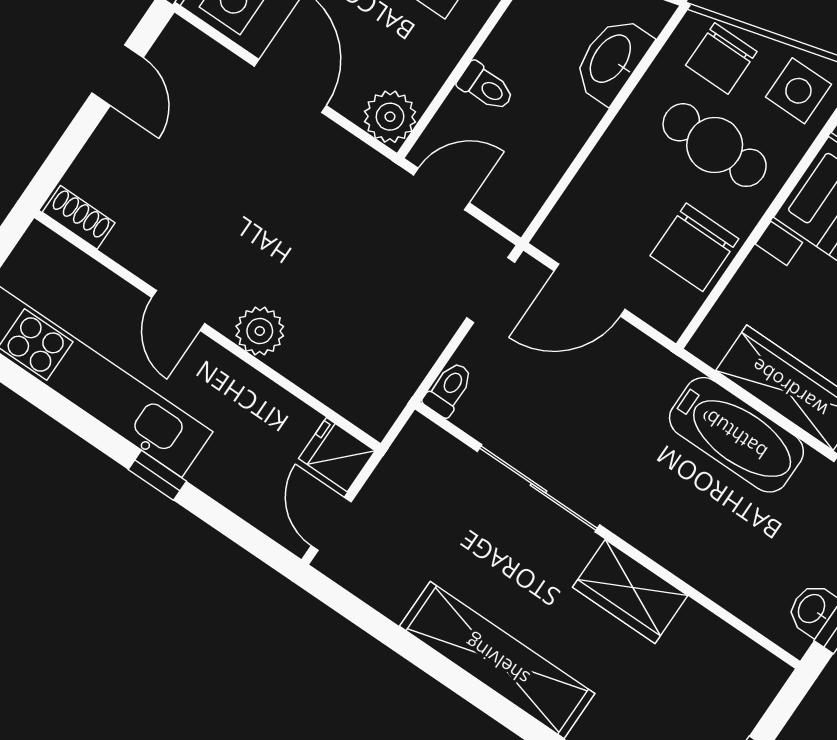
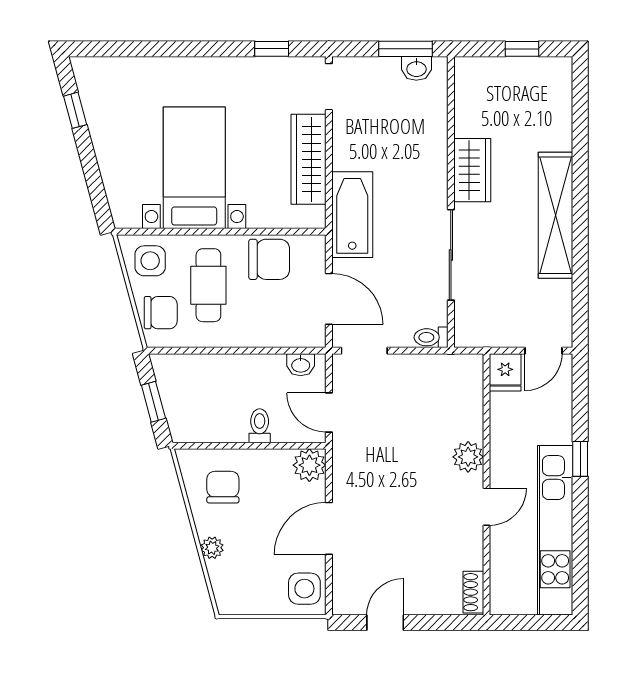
washbasin: (612, 59) -> (301, 365), moved, width x0.52, depth x0.69
bathtub: (736, 435) -> (352, 215), moved

